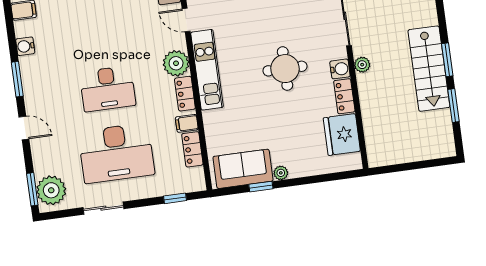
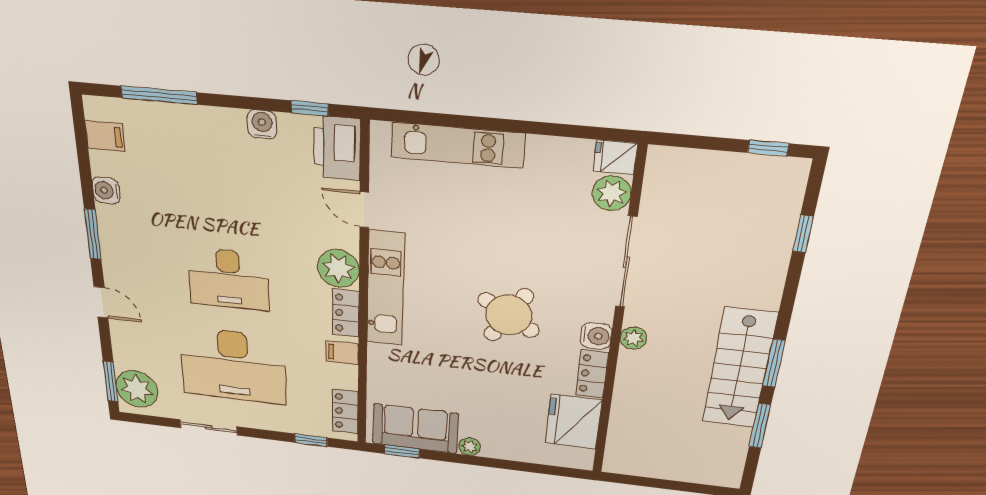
round table: (285, 69) -> (509, 315), turned 32
locker: (192, 149) -> (345, 411), moved
window: (261, 187) -> (402, 451), moved

